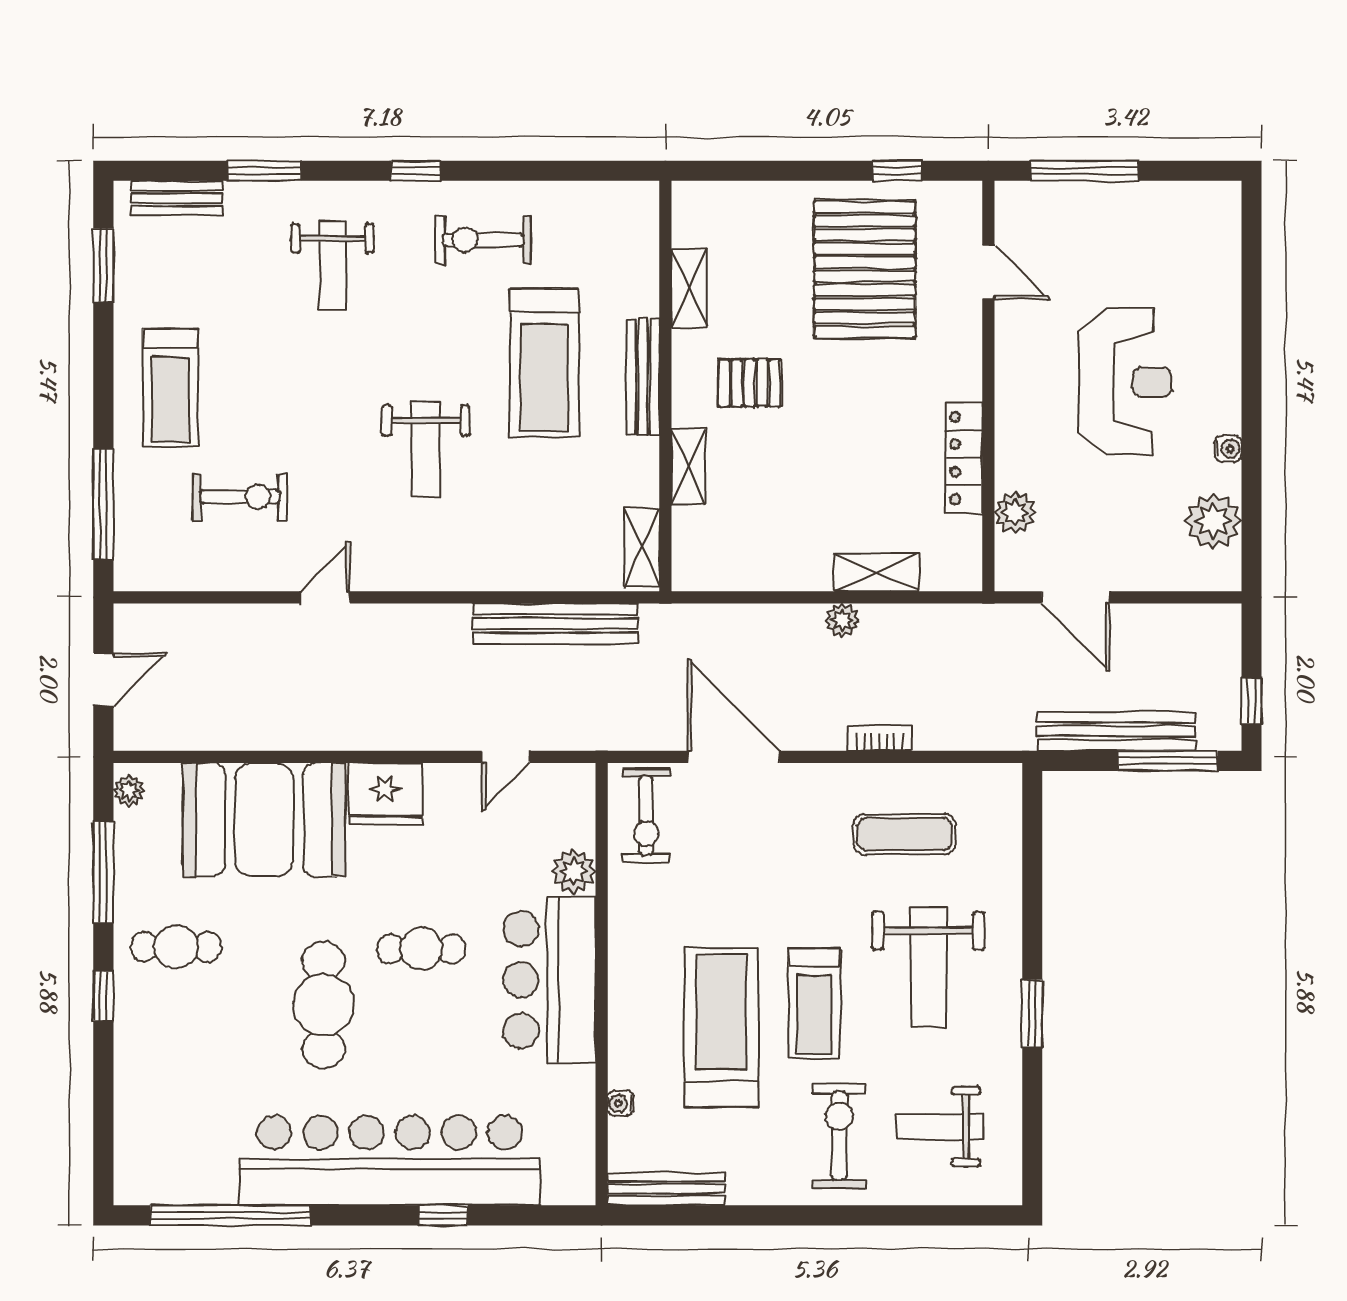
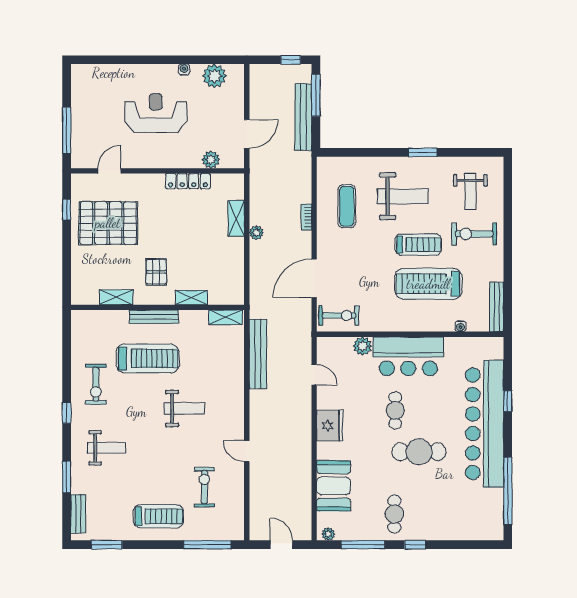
booth: (264, 820) -> (334, 486), width x0.73, depth x0.70

